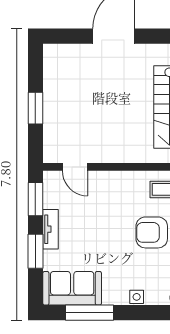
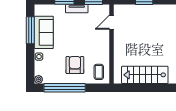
sofa: (72, 288) -> (44, 32), moved

